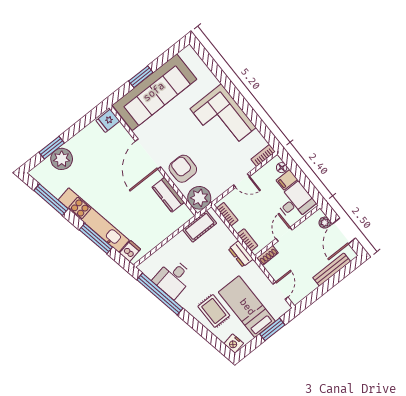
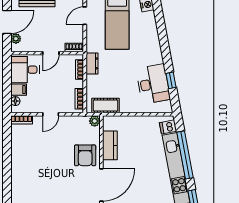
corner sofa: (223, 118) -> (29, 168), removed
door: (242, 181) -> (51, 114), swing flipped
plant: (199, 198) -> (95, 121), width x0.53, depth x0.53
window: (96, 239) -> (185, 155), width x1.46
desk: (173, 278) -> (153, 84), width x1.37
window: (160, 294) -> (171, 80), width x0.32
rug: (214, 311) -> (143, 38), removed

